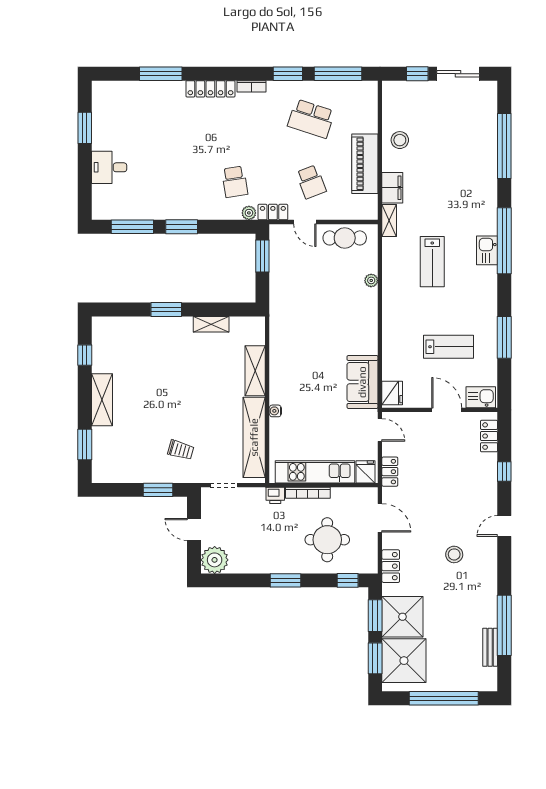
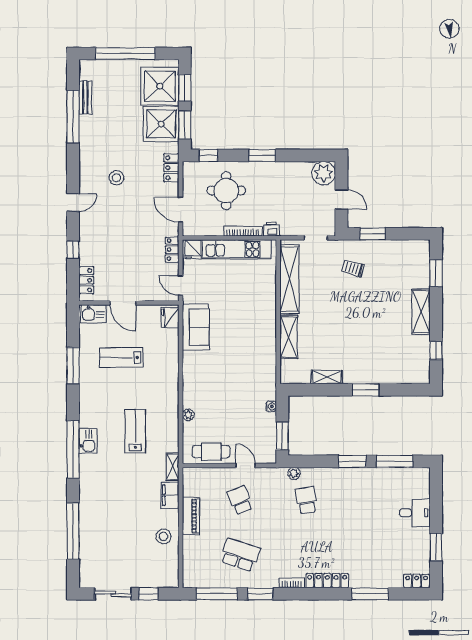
piano: (365, 164) -> (191, 516), width x0.73, depth x0.75
locker: (273, 212) -> (417, 581), moved, turned 180
water cooler: (275, 411) -> (271, 406), moved

